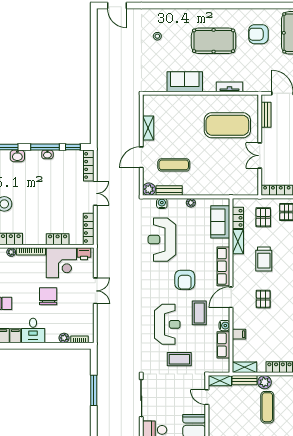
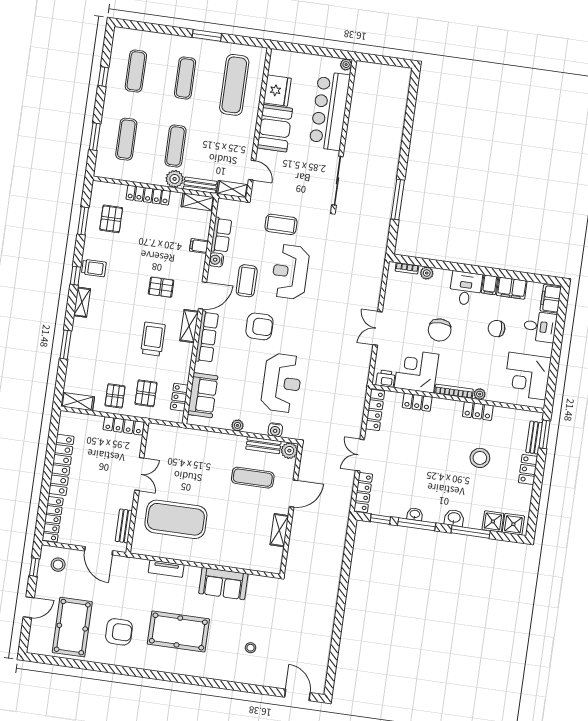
shelving: (238, 242) -> (189, 326), moved
armchair: (185, 280) -> (259, 326), turned 90
pallet: (263, 299) -> (161, 287), turned 90

